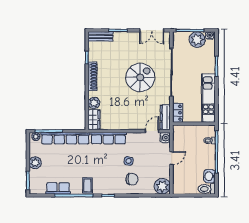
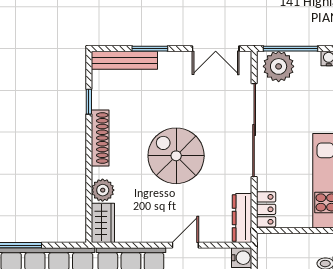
bench: (100, 36) -> (124, 60), width x1.36
plant: (197, 40) -> (279, 66), moved
spiral stairs: (140, 77) -> (176, 156), moved, turned -90
door: (152, 131) -> (185, 245), moved

